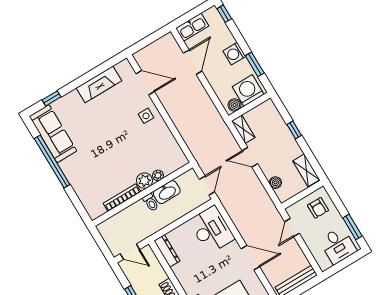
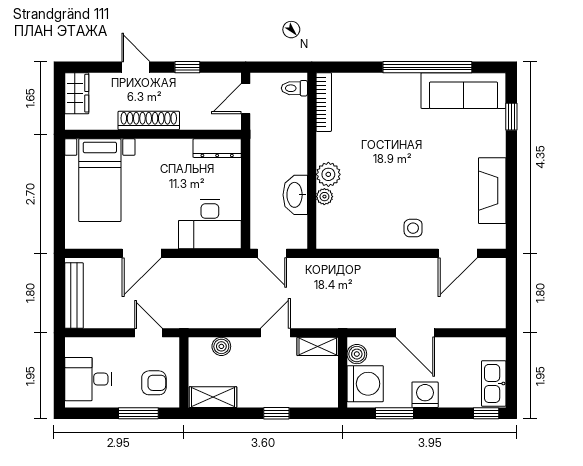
kitchen sink: (192, 27) -> (494, 383), moved
door: (193, 62) -> (415, 333), moved
bookcase: (122, 198) -> (324, 102), moved
toilet: (151, 202) -> (294, 88), moved
armchair: (318, 208) -> (154, 383), turned 180
window: (352, 227) -> (138, 413), moved

